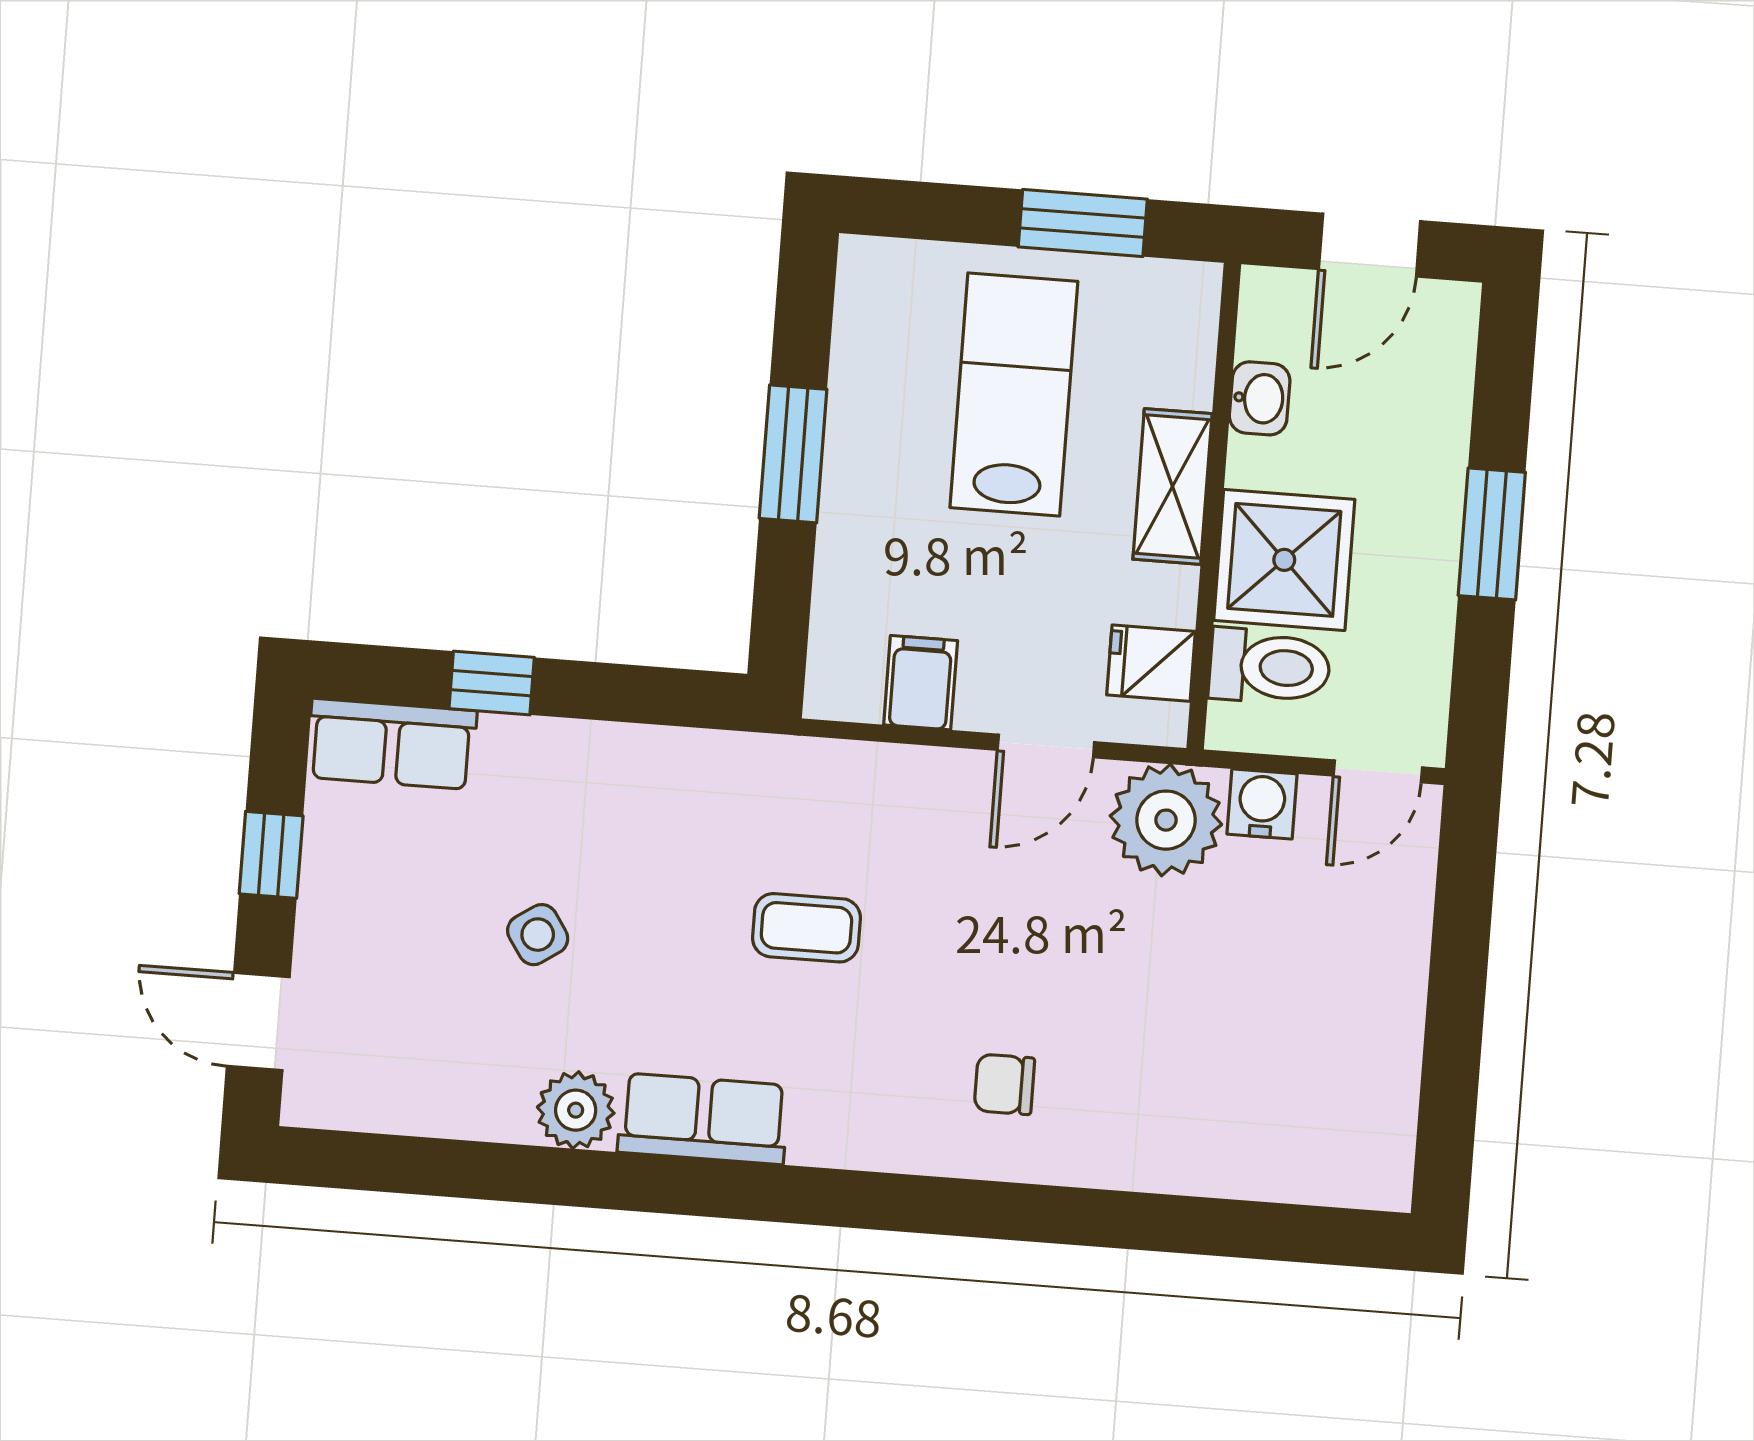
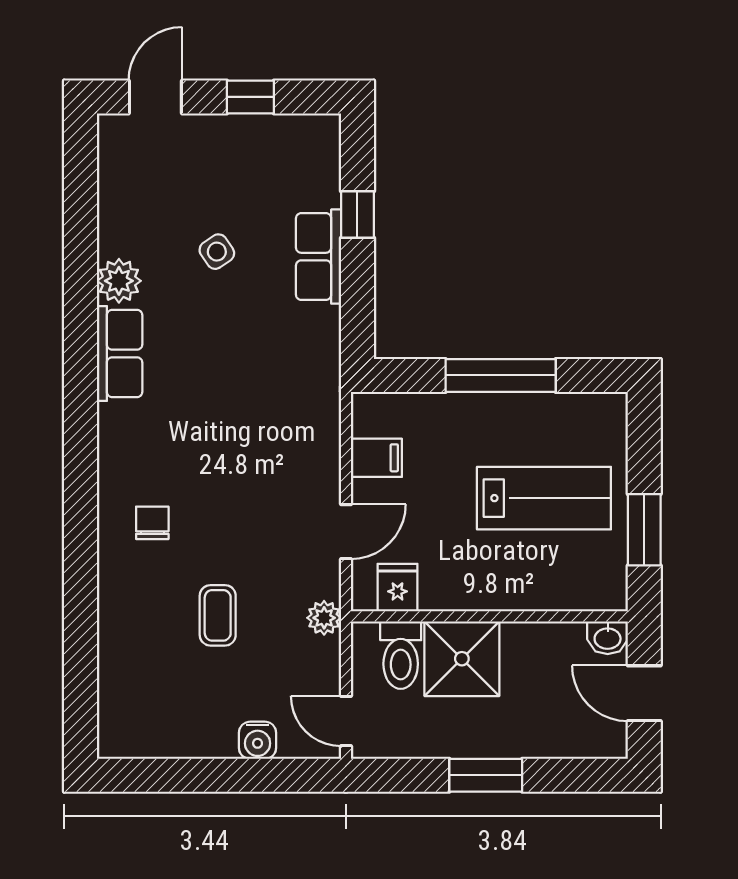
washbasin: (1260, 398) -> (608, 638), moved
window: (793, 454) -> (501, 375), width x1.44
shelving: (1173, 486) -> (499, 592), removed
row of seats: (392, 744) -> (319, 257), moved
door: (1046, 746) -> (346, 532), swing flipped
water cooler: (1262, 804) -> (258, 740), moved, turned 90
plant: (1166, 820) -> (324, 618), width x0.53, depth x0.53
coffee table: (806, 928) -> (218, 615), moved

